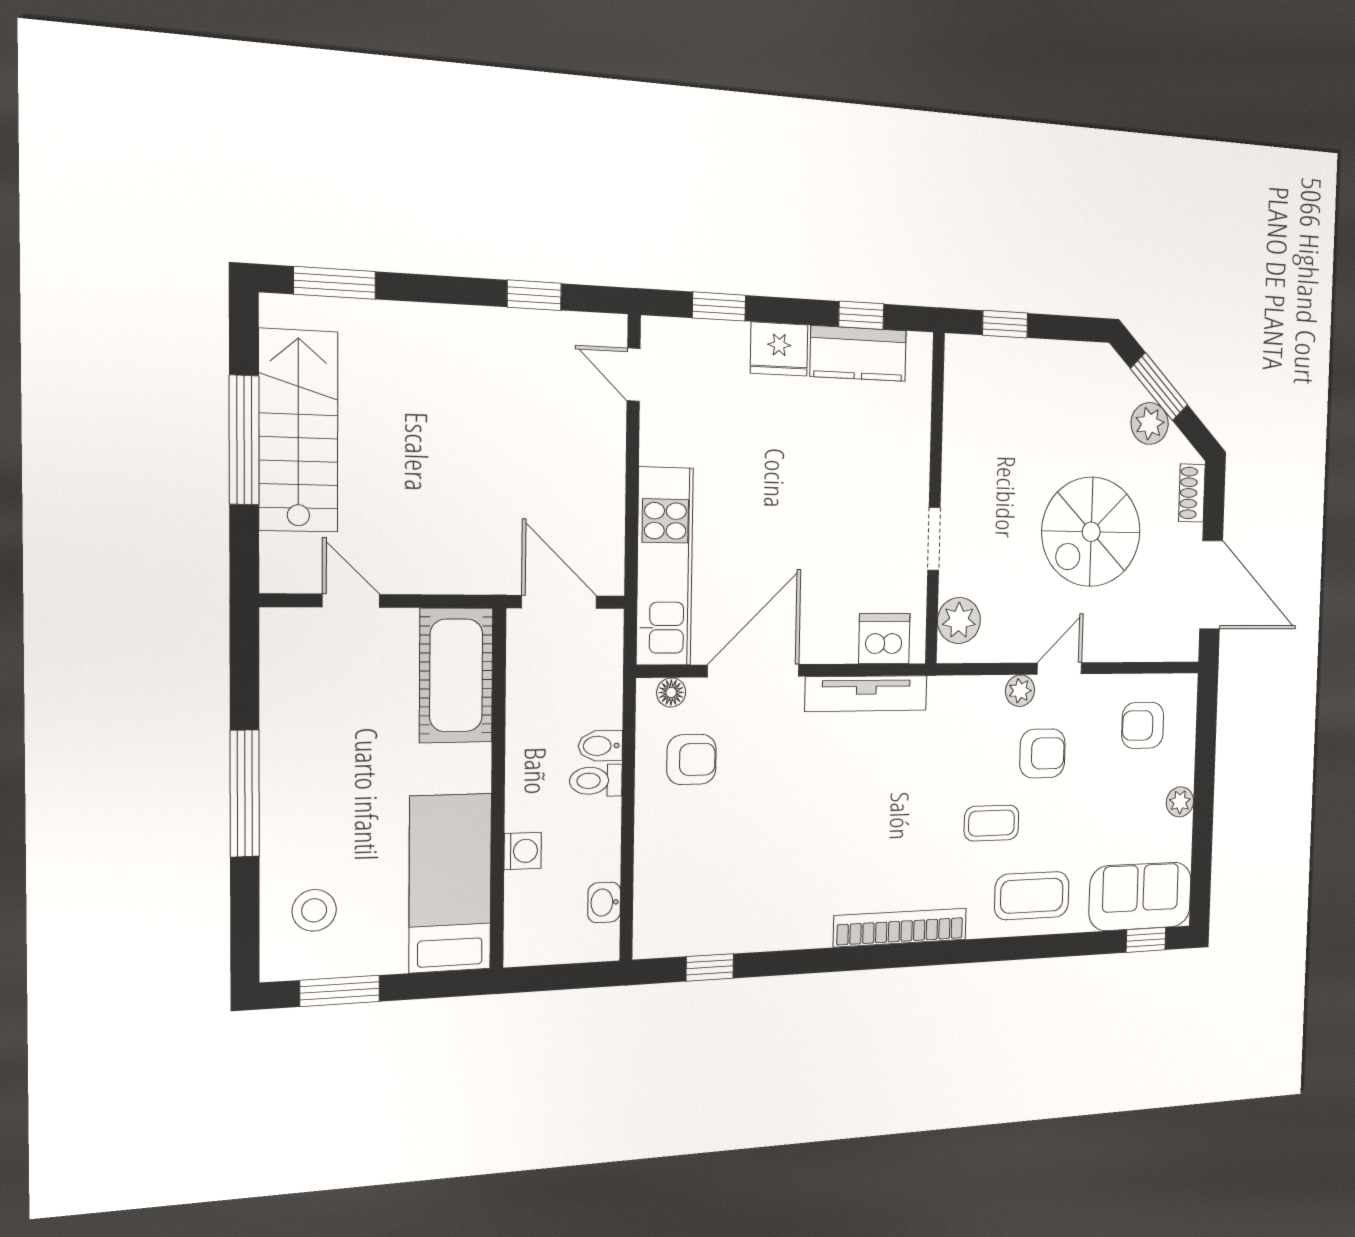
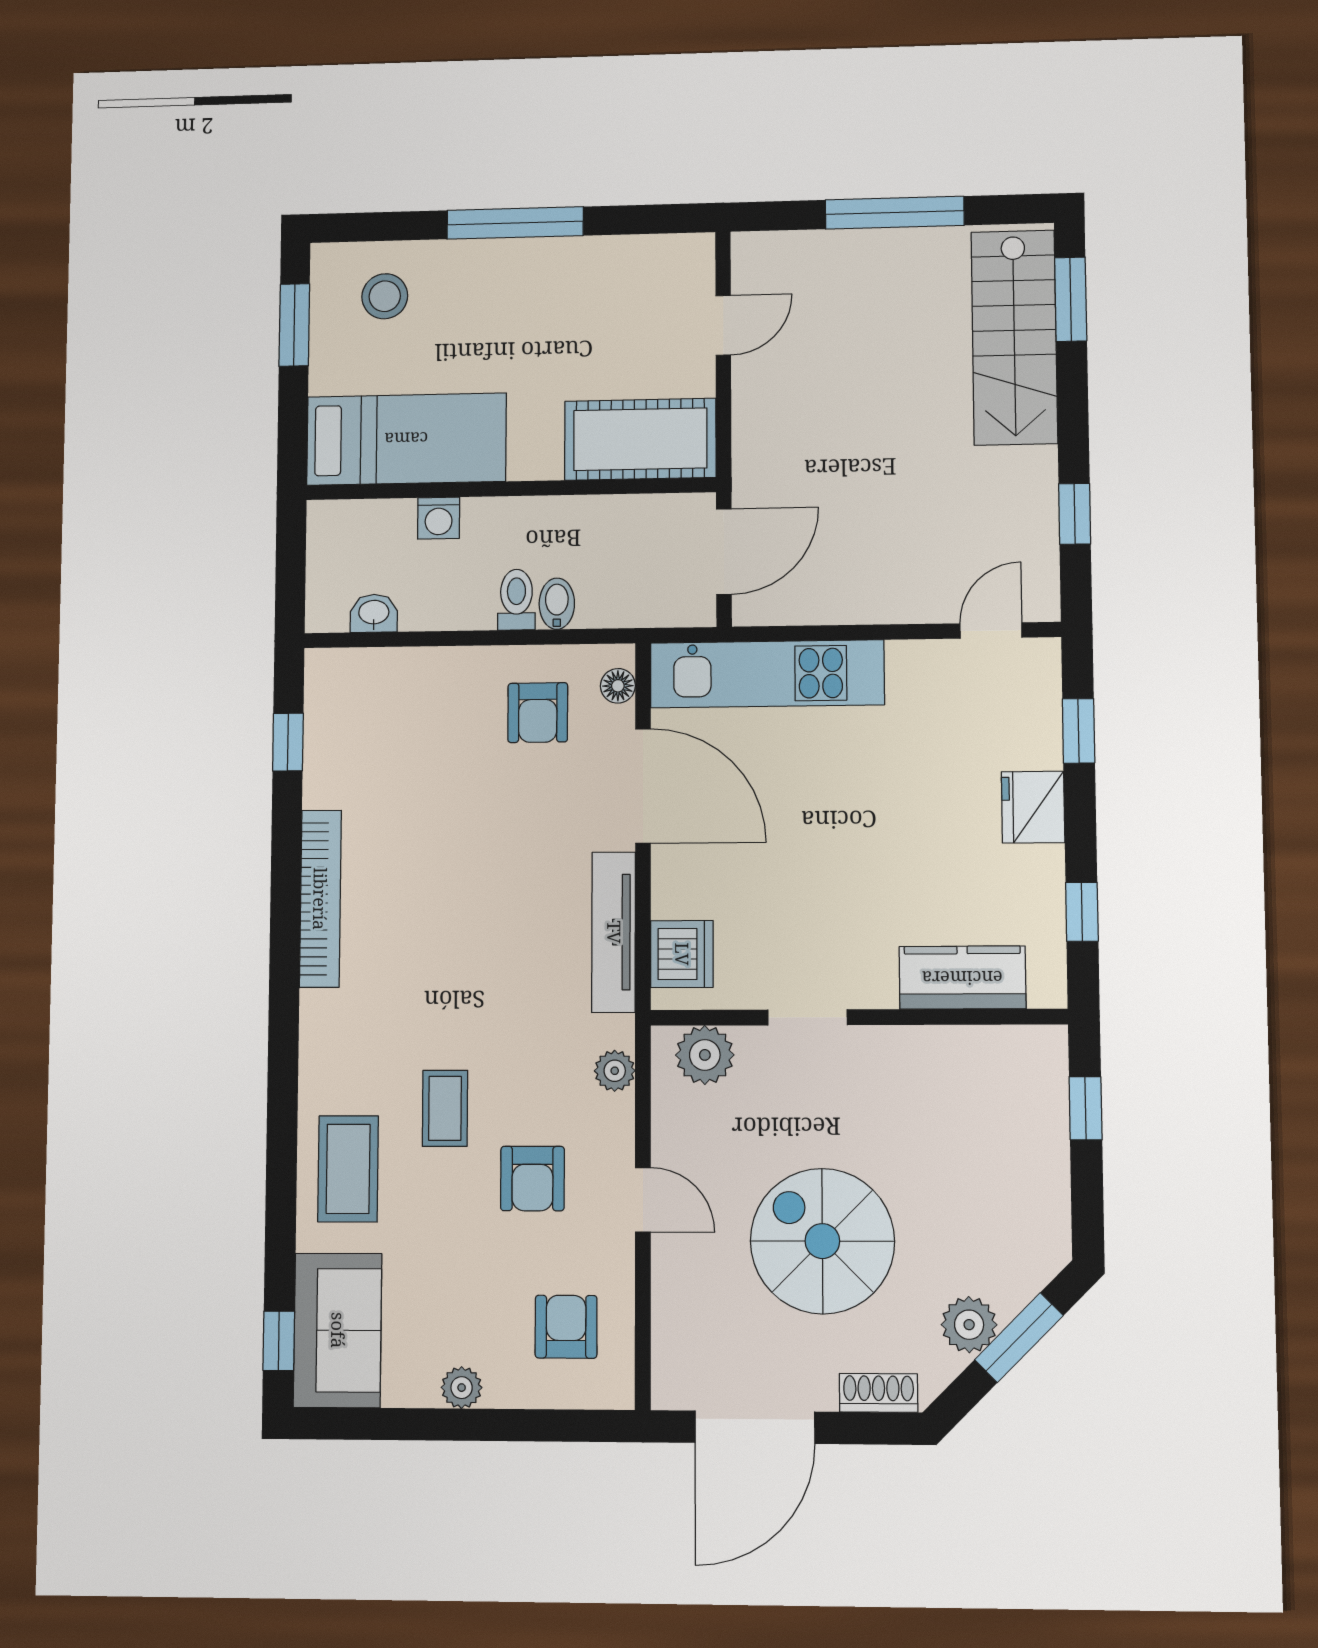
kitchen counter: (858, 353) -> (962, 978), moved, turned 90
stairs: (298, 431) -> (1014, 337), moved, turned 90
plant: (1020, 691) -> (615, 1071), moved
bookcase: (900, 927) -> (320, 899), moved

